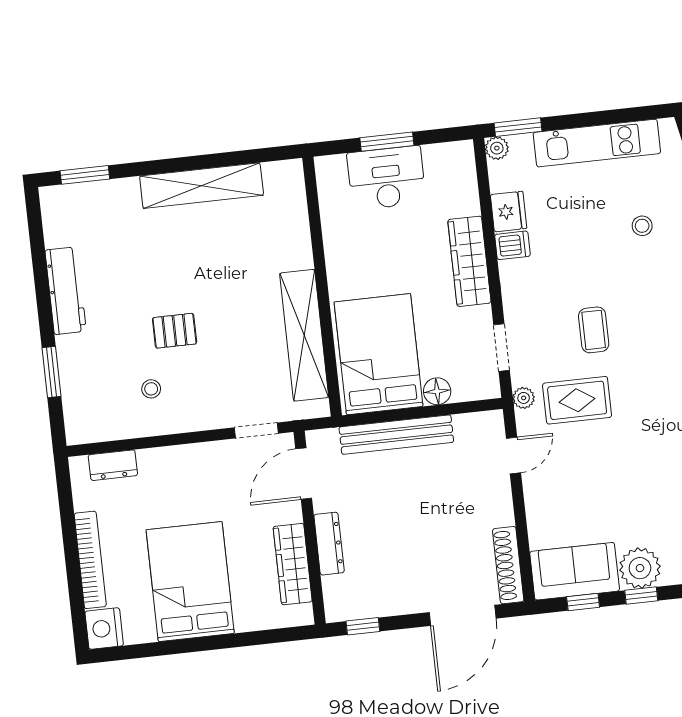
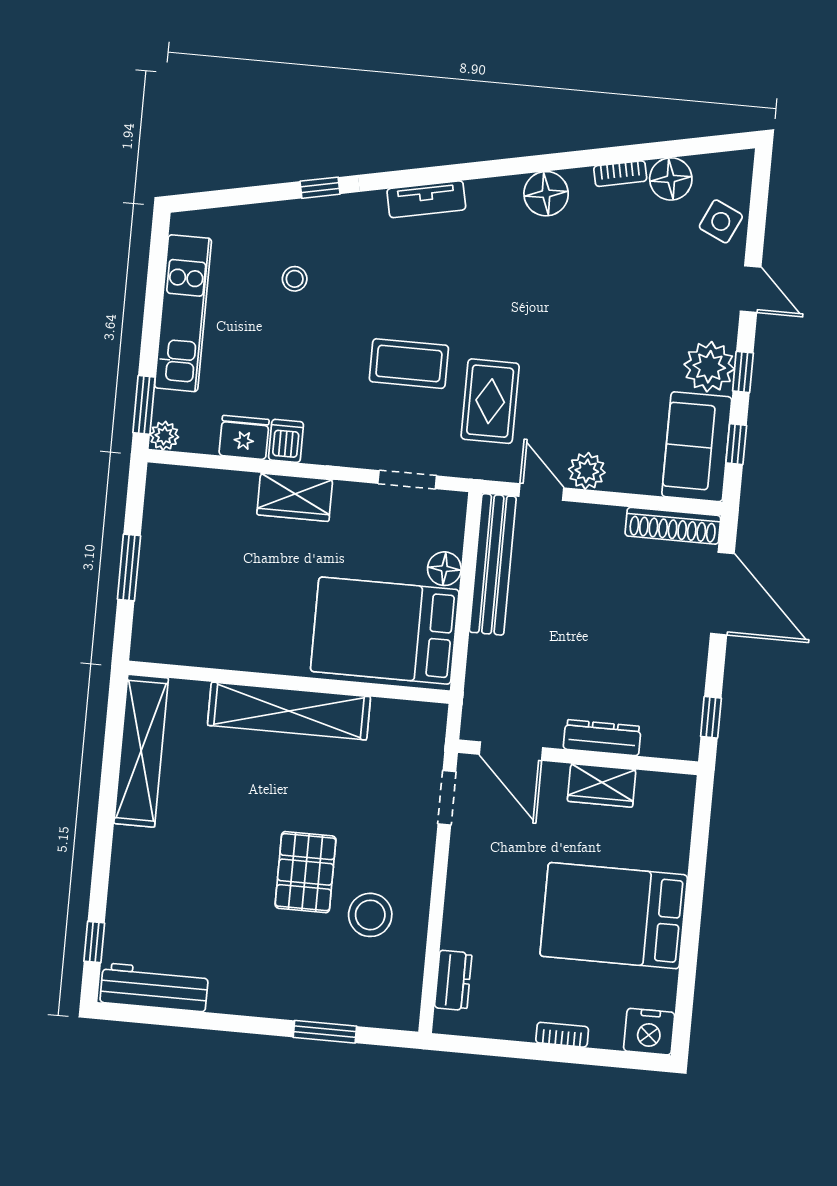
window: (85, 175) -> (94, 942), width x0.67
desk: (386, 178) -> (173, 577), removed
shelving: (202, 186) -> (141, 751), moved
wardrobe: (469, 261) -> (295, 497), width x0.67
workbench: (66, 291) -> (154, 987), moved
coffee table: (594, 330) -> (409, 364), width x1.36, depth x1.30
pallet: (175, 331) -> (306, 872), width x1.50, depth x1.42
shelving: (304, 335) -> (289, 711), moved
stool: (151, 389) -> (370, 915), width x1.89, depth x1.89
plant: (524, 398) -> (587, 471), moved, width x1.38, depth x1.38
bench: (396, 435) -> (493, 564), moved
bookcase: (90, 560) -> (562, 1035), width x0.43, depth x0.76
wardrobe: (293, 564) -> (602, 785), width x0.67

